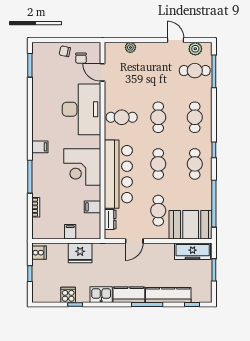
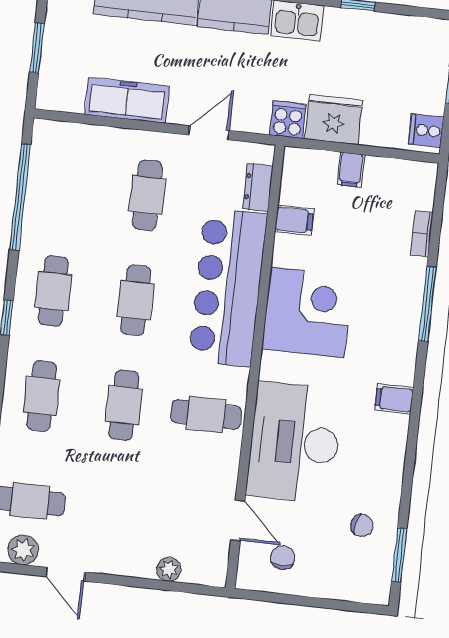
chair: (65, 51) -> (362, 526), moved
filing cabinet: (40, 147) -> (394, 399), moved
booth: (191, 225) -> (78, 155), removed
freezer: (193, 251) -> (127, 100), moved
cooker: (68, 295) -> (288, 120), moved, turned 180

